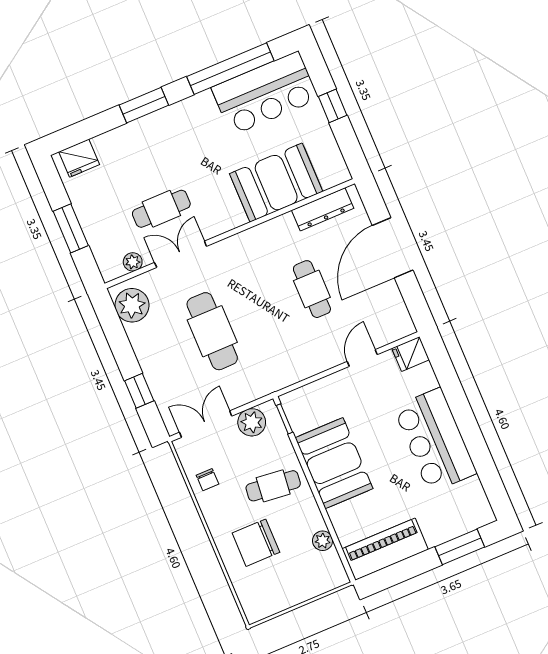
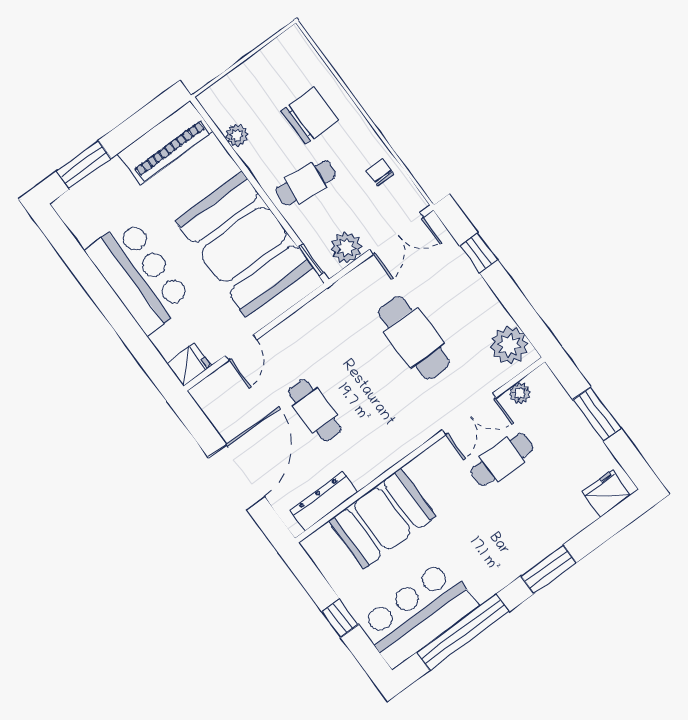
booth: (334, 463) -> (244, 244), width x1.36, depth x1.42

